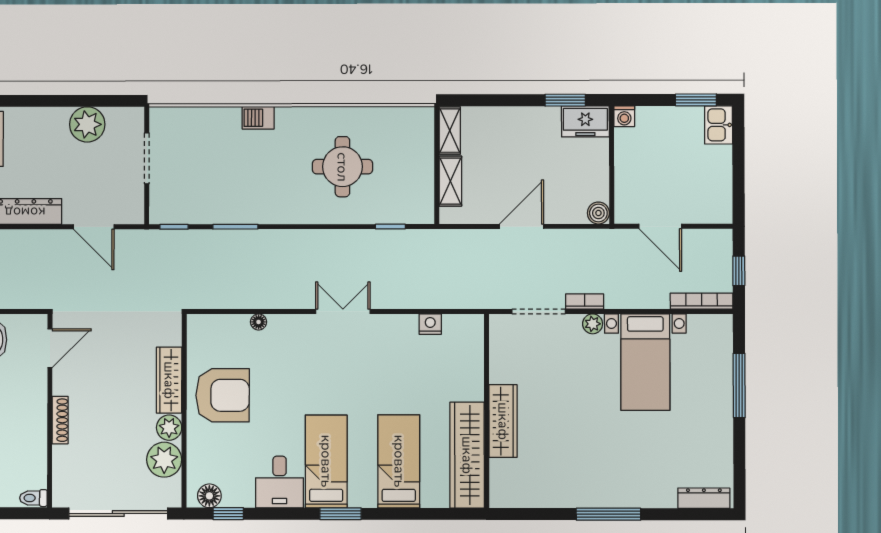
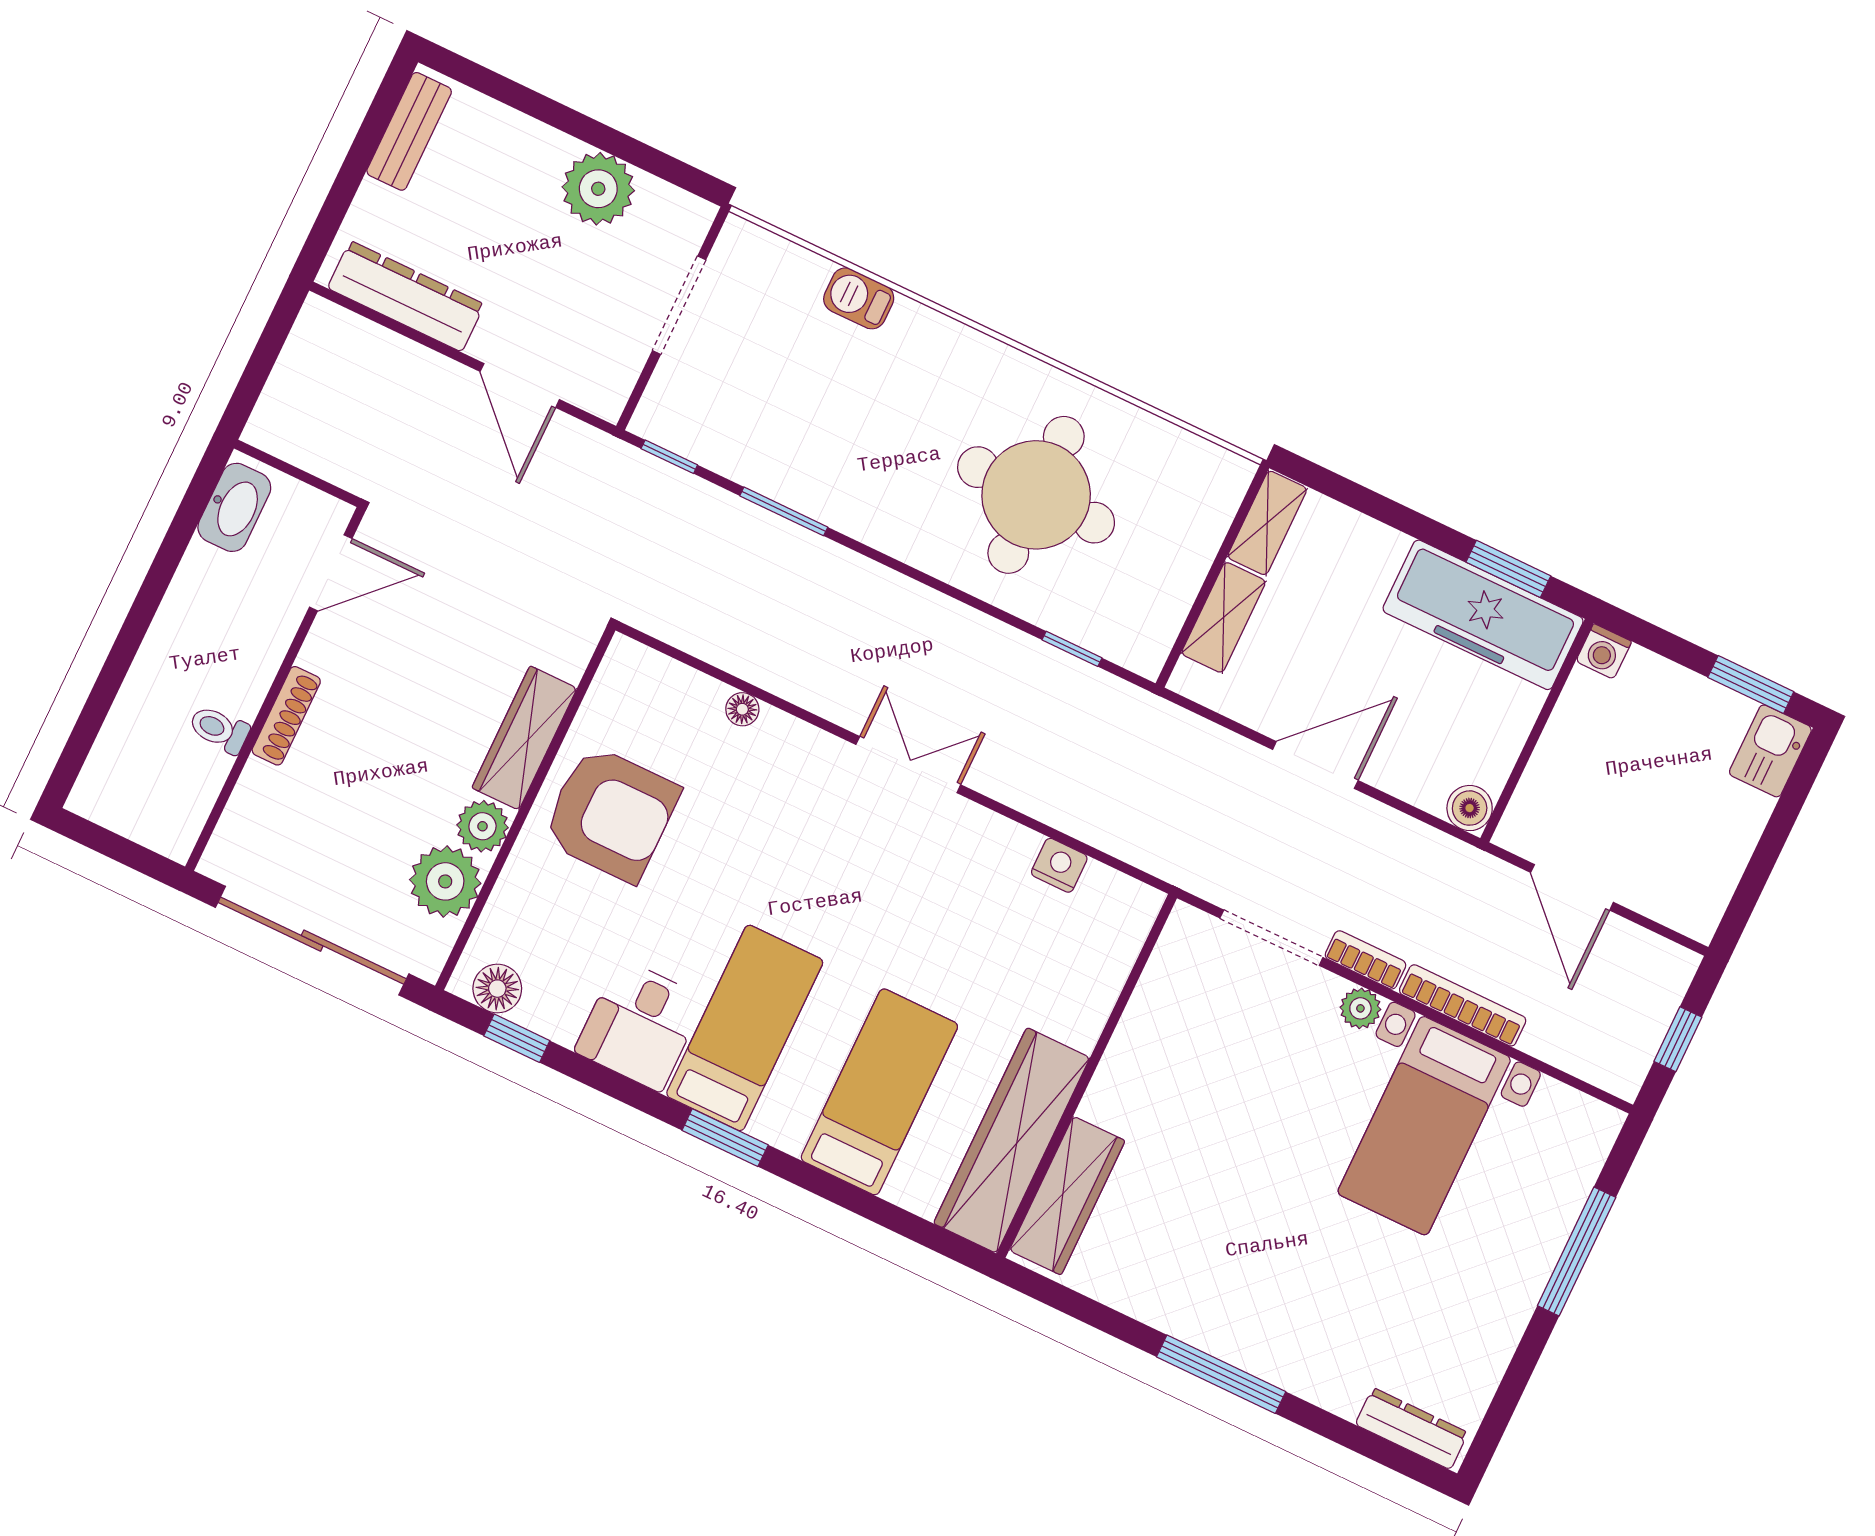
barbecue: (258, 118) -> (859, 298), moved
freezer: (585, 121) -> (1483, 615), width x1.91, depth x1.26
round table: (342, 167) -> (1036, 495), width x1.36, depth x1.36
bookcase: (702, 301) -> (1463, 1005), moved
wardrobe: (503, 421) -> (1067, 1196), moved
toilet: (33, 498) -> (219, 729), moved

